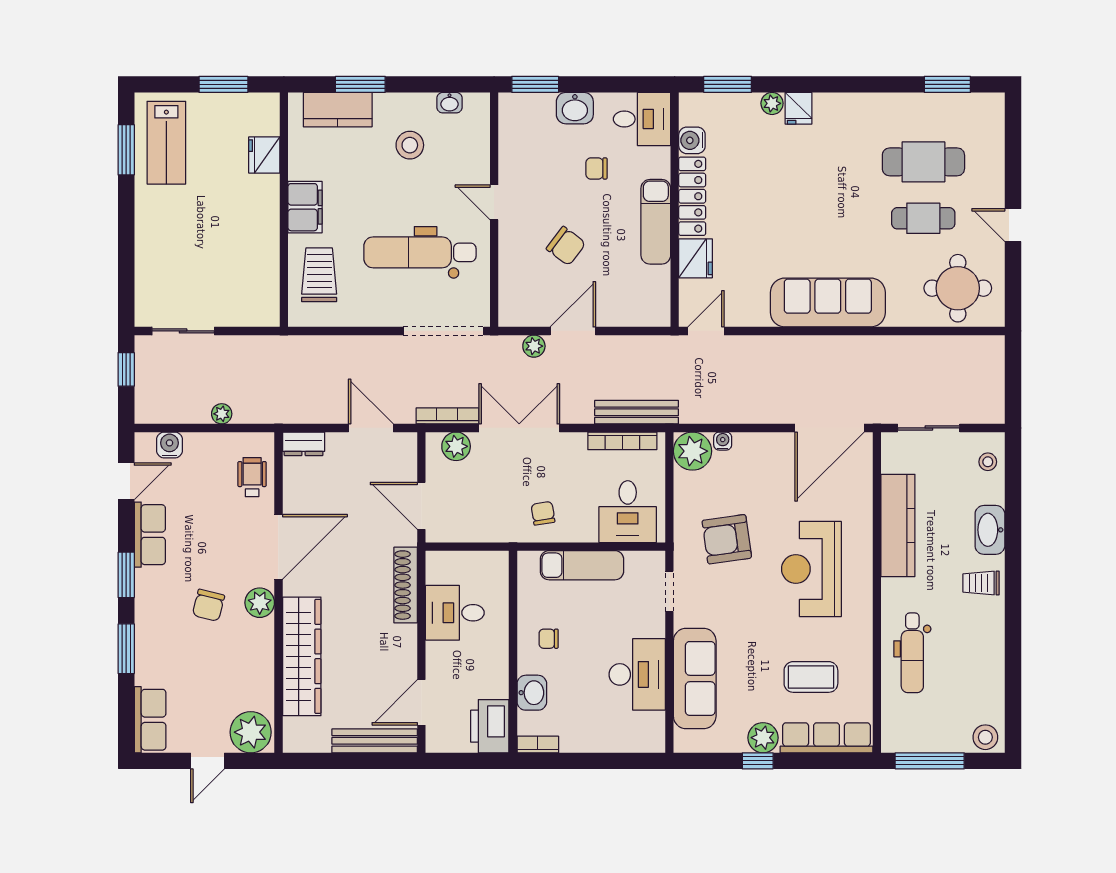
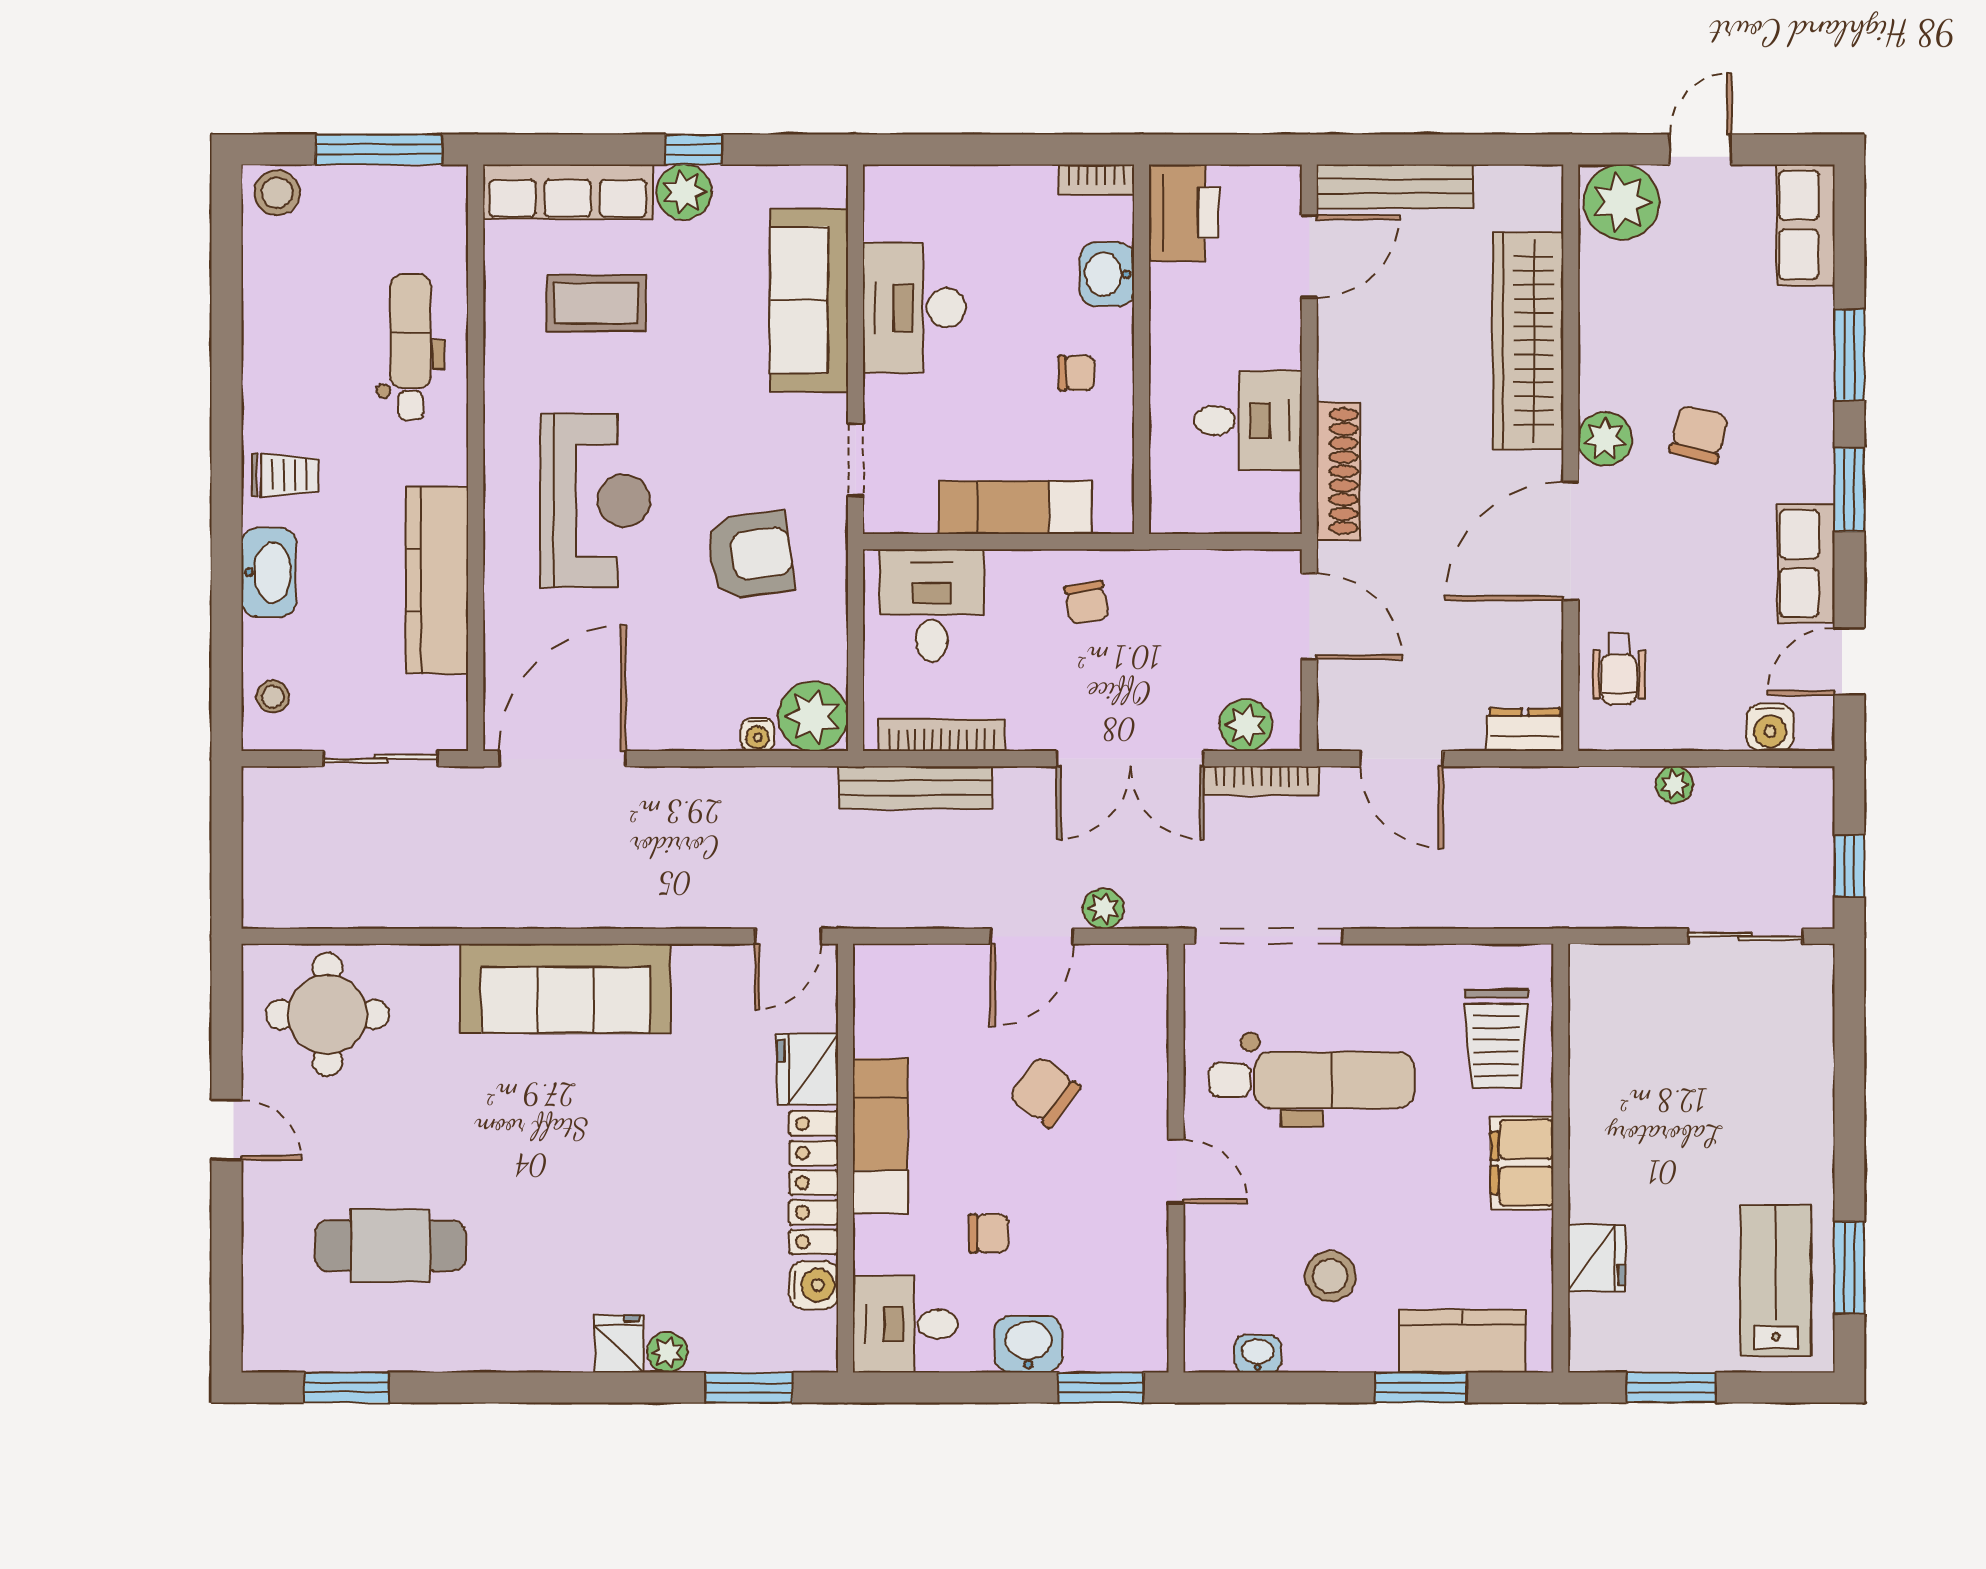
cafe table: (923, 218) -> (391, 1142), removed

